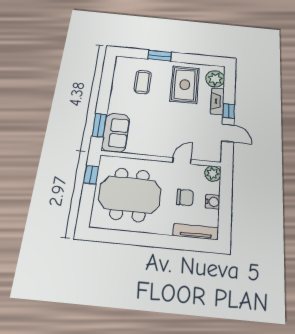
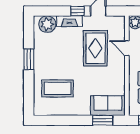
window: (160, 56) -> (29, 59), moved
coffee table: (143, 82) -> (58, 88), width x1.36, depth x1.32
rug: (185, 85) -> (95, 48), moved, turned 90

